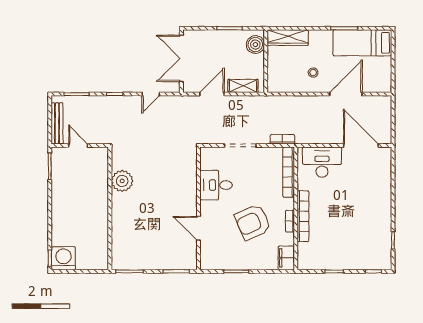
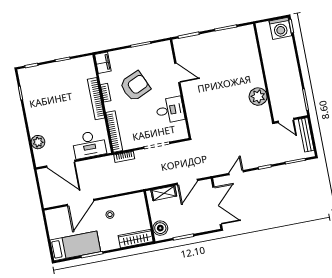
plant: (383, 177) -> (38, 142), added
plant: (122, 181) -> (258, 97), moved
wall: (110, 208) -> (264, 73), moved

